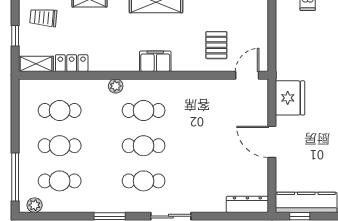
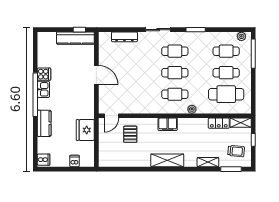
fridge: (290, 98) -> (85, 130), moved
cafe table: (60, 110) -> (226, 94), width x1.37, depth x1.35
dresser: (247, 204) -> (124, 37), moved

